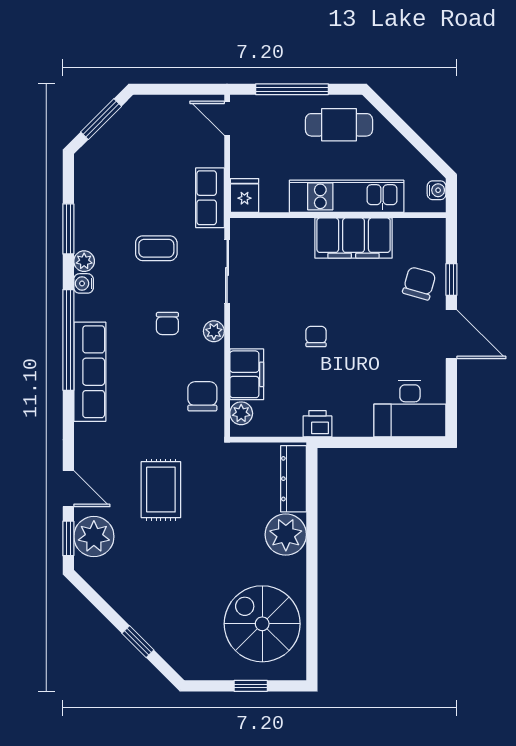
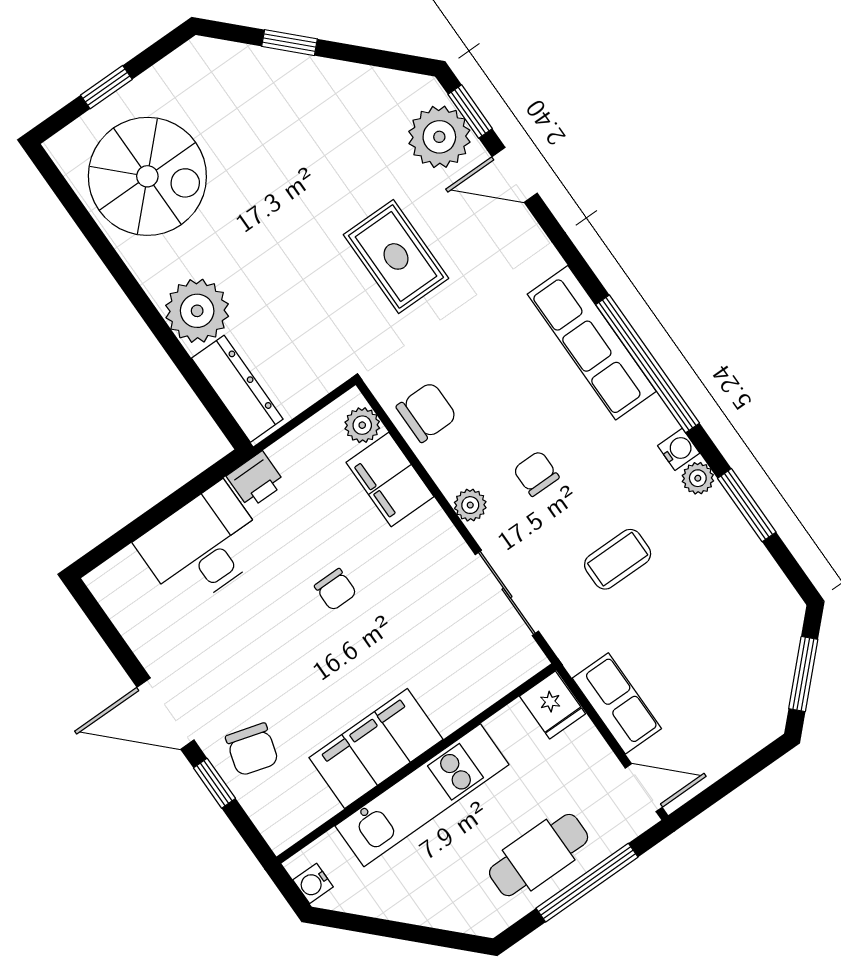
cafe table: (339, 125) -> (539, 855), moved
row of seats: (210, 198) -> (617, 703), moved
chair: (202, 396) -> (427, 412), turned -90
desk: (410, 409) -> (203, 546), moved

